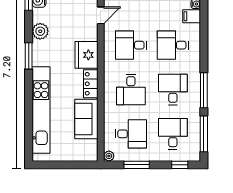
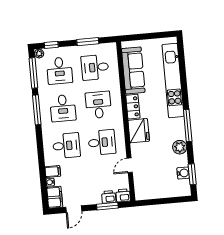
window: (29, 56) -> (188, 125), width x1.44
sofa: (86, 119) -> (133, 70), width x1.36
plant: (109, 156) -> (39, 54), moved

